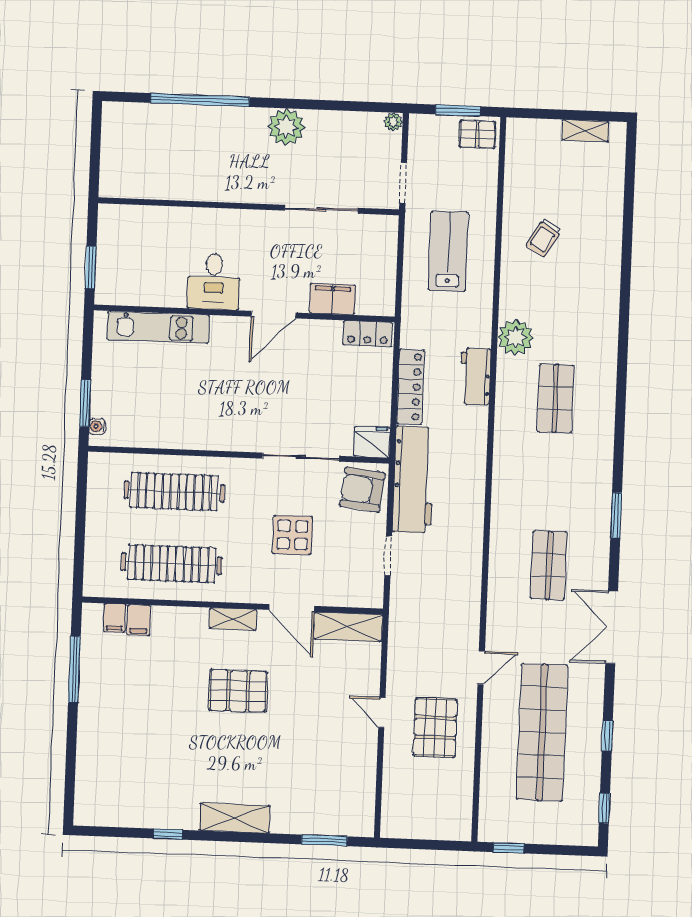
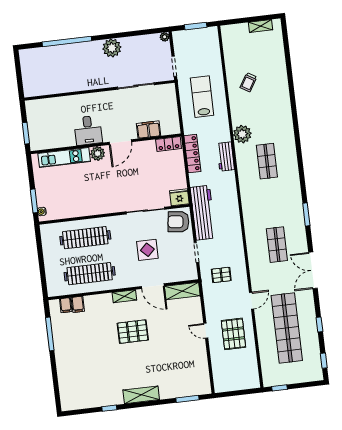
pallet: (477, 134) -> (221, 275), moved
plant: (225, 330) -> (98, 153), added
locker: (410, 387) -> (192, 154), moved

